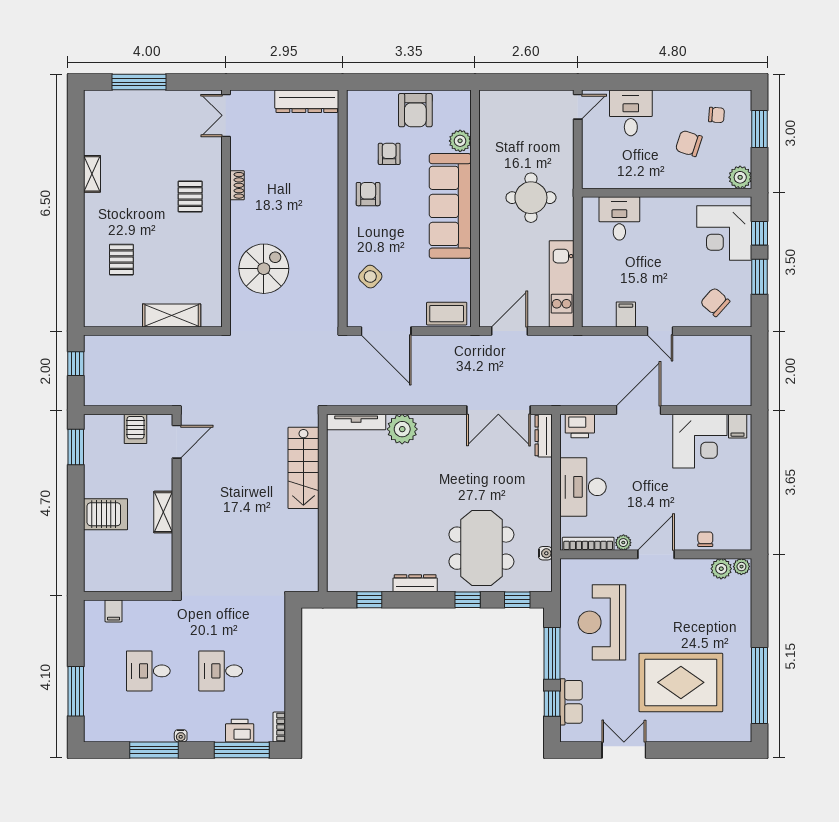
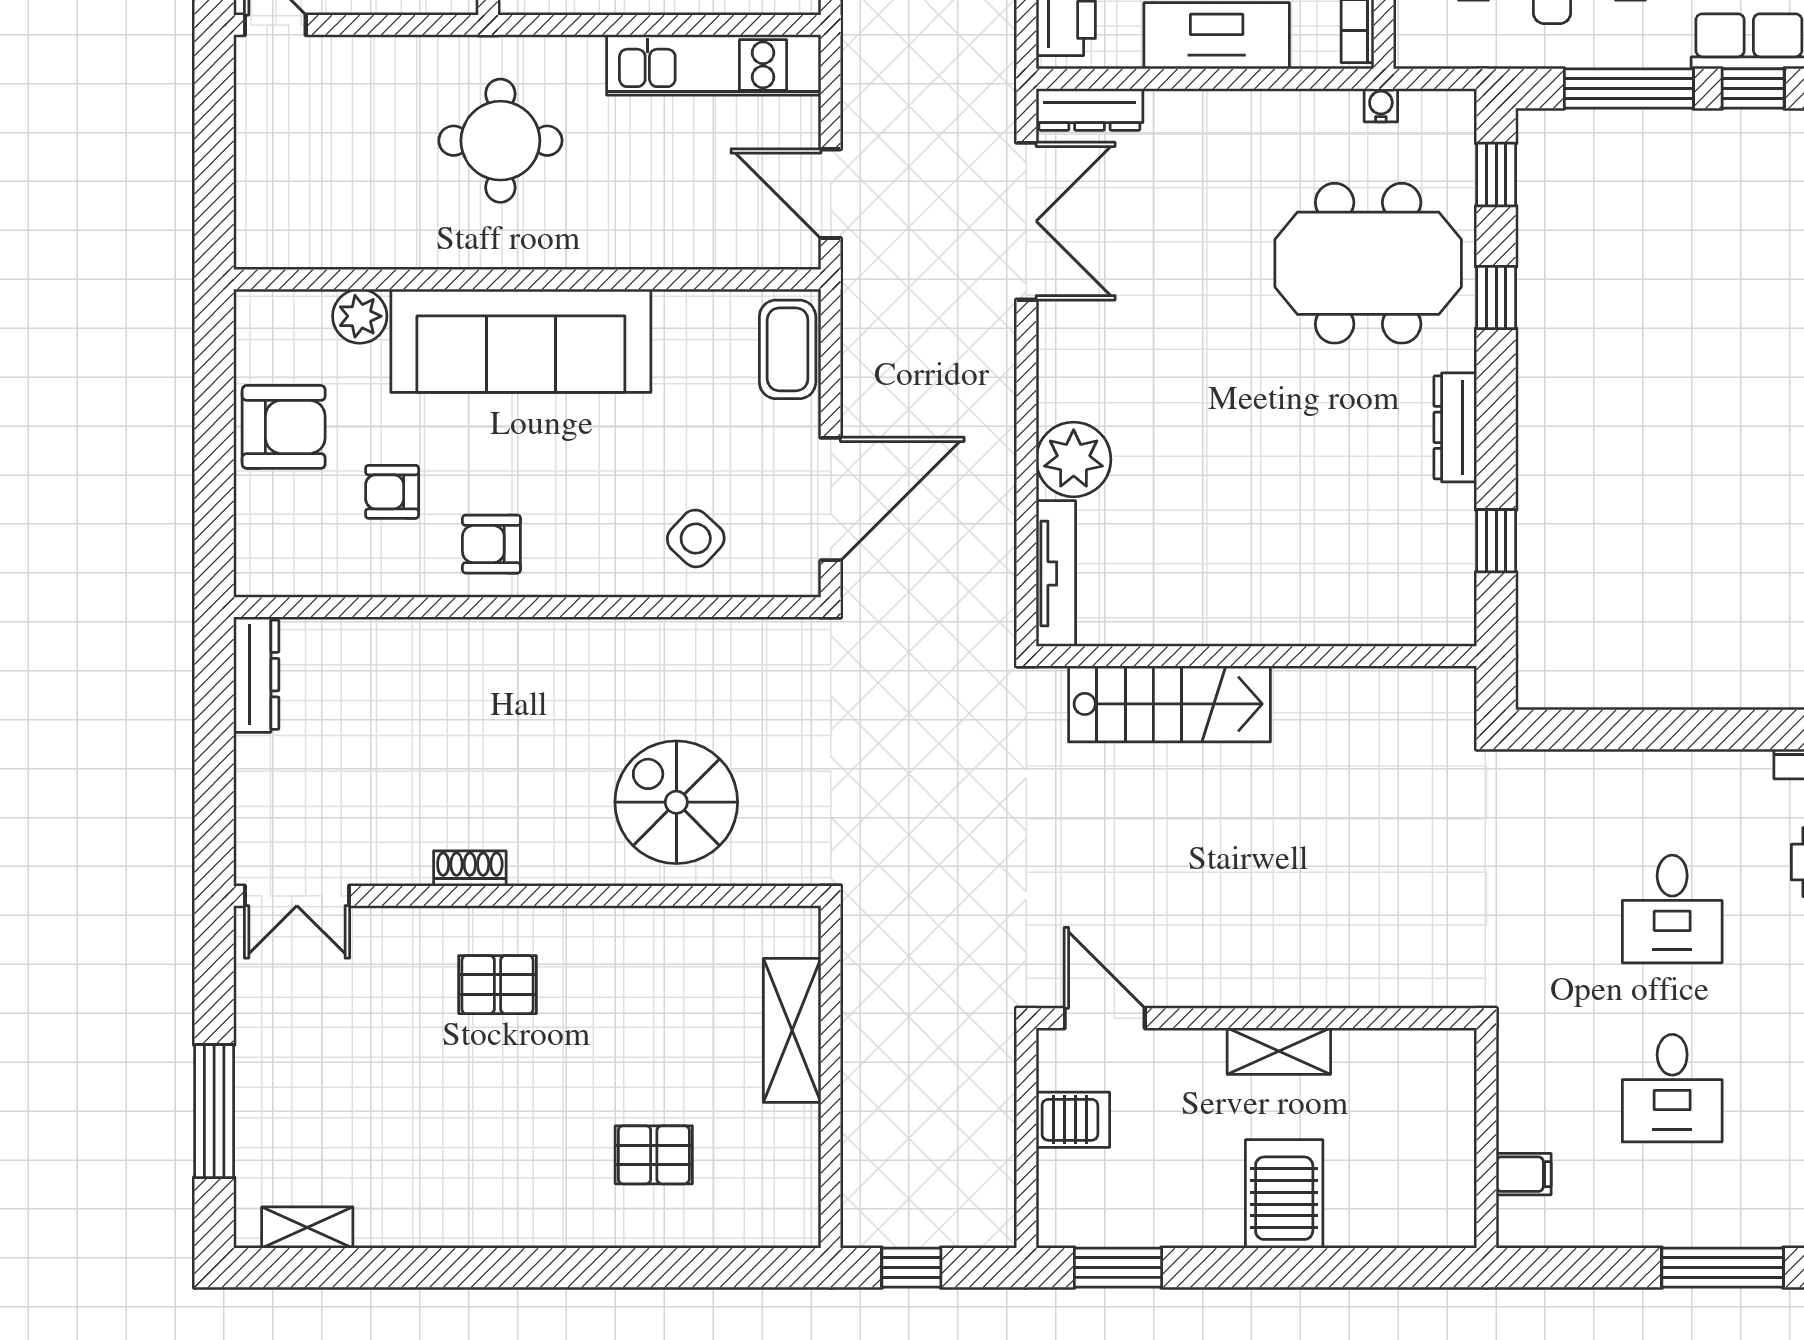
dresser: (307, 101) -> (256, 675), width x0.73, depth x0.80
shelving: (92, 174) -> (307, 1228), moved

